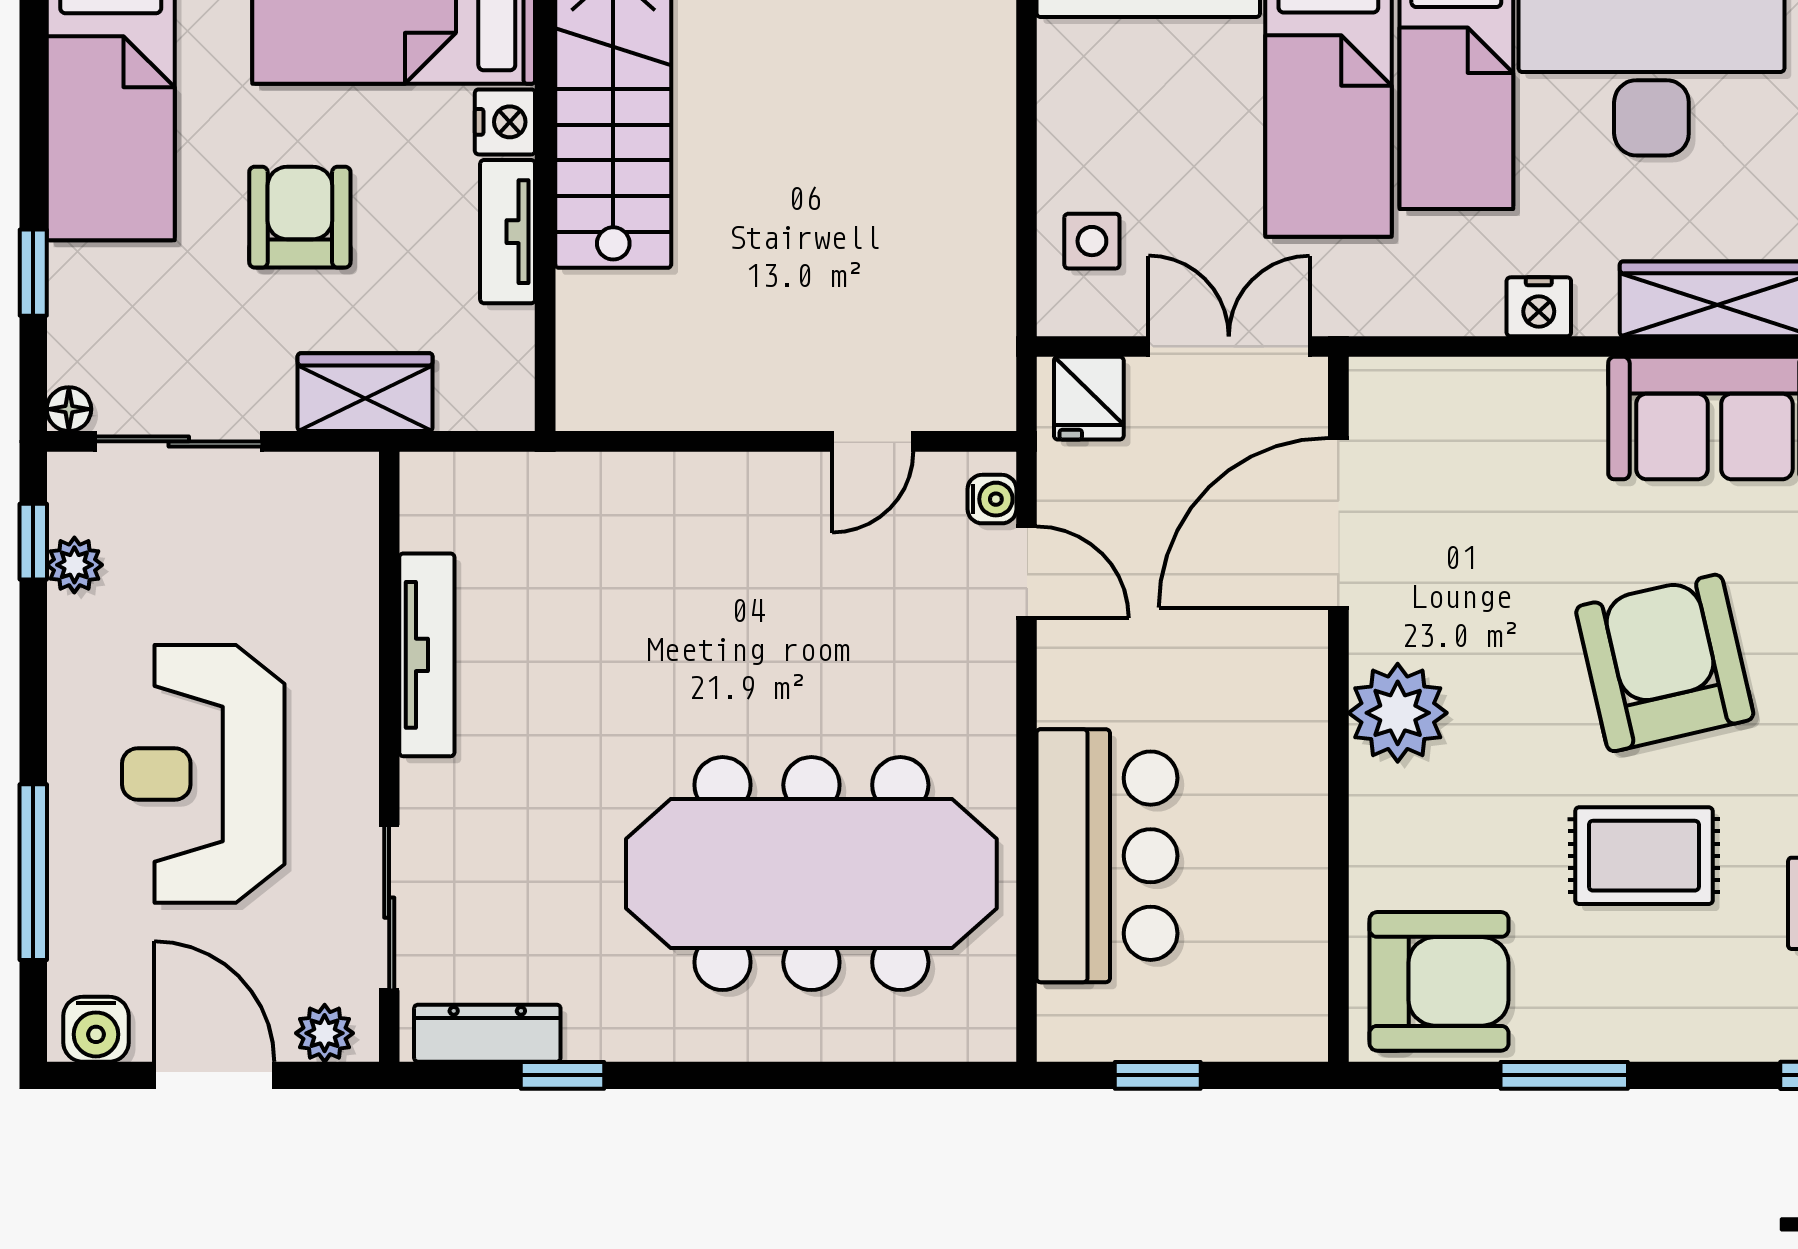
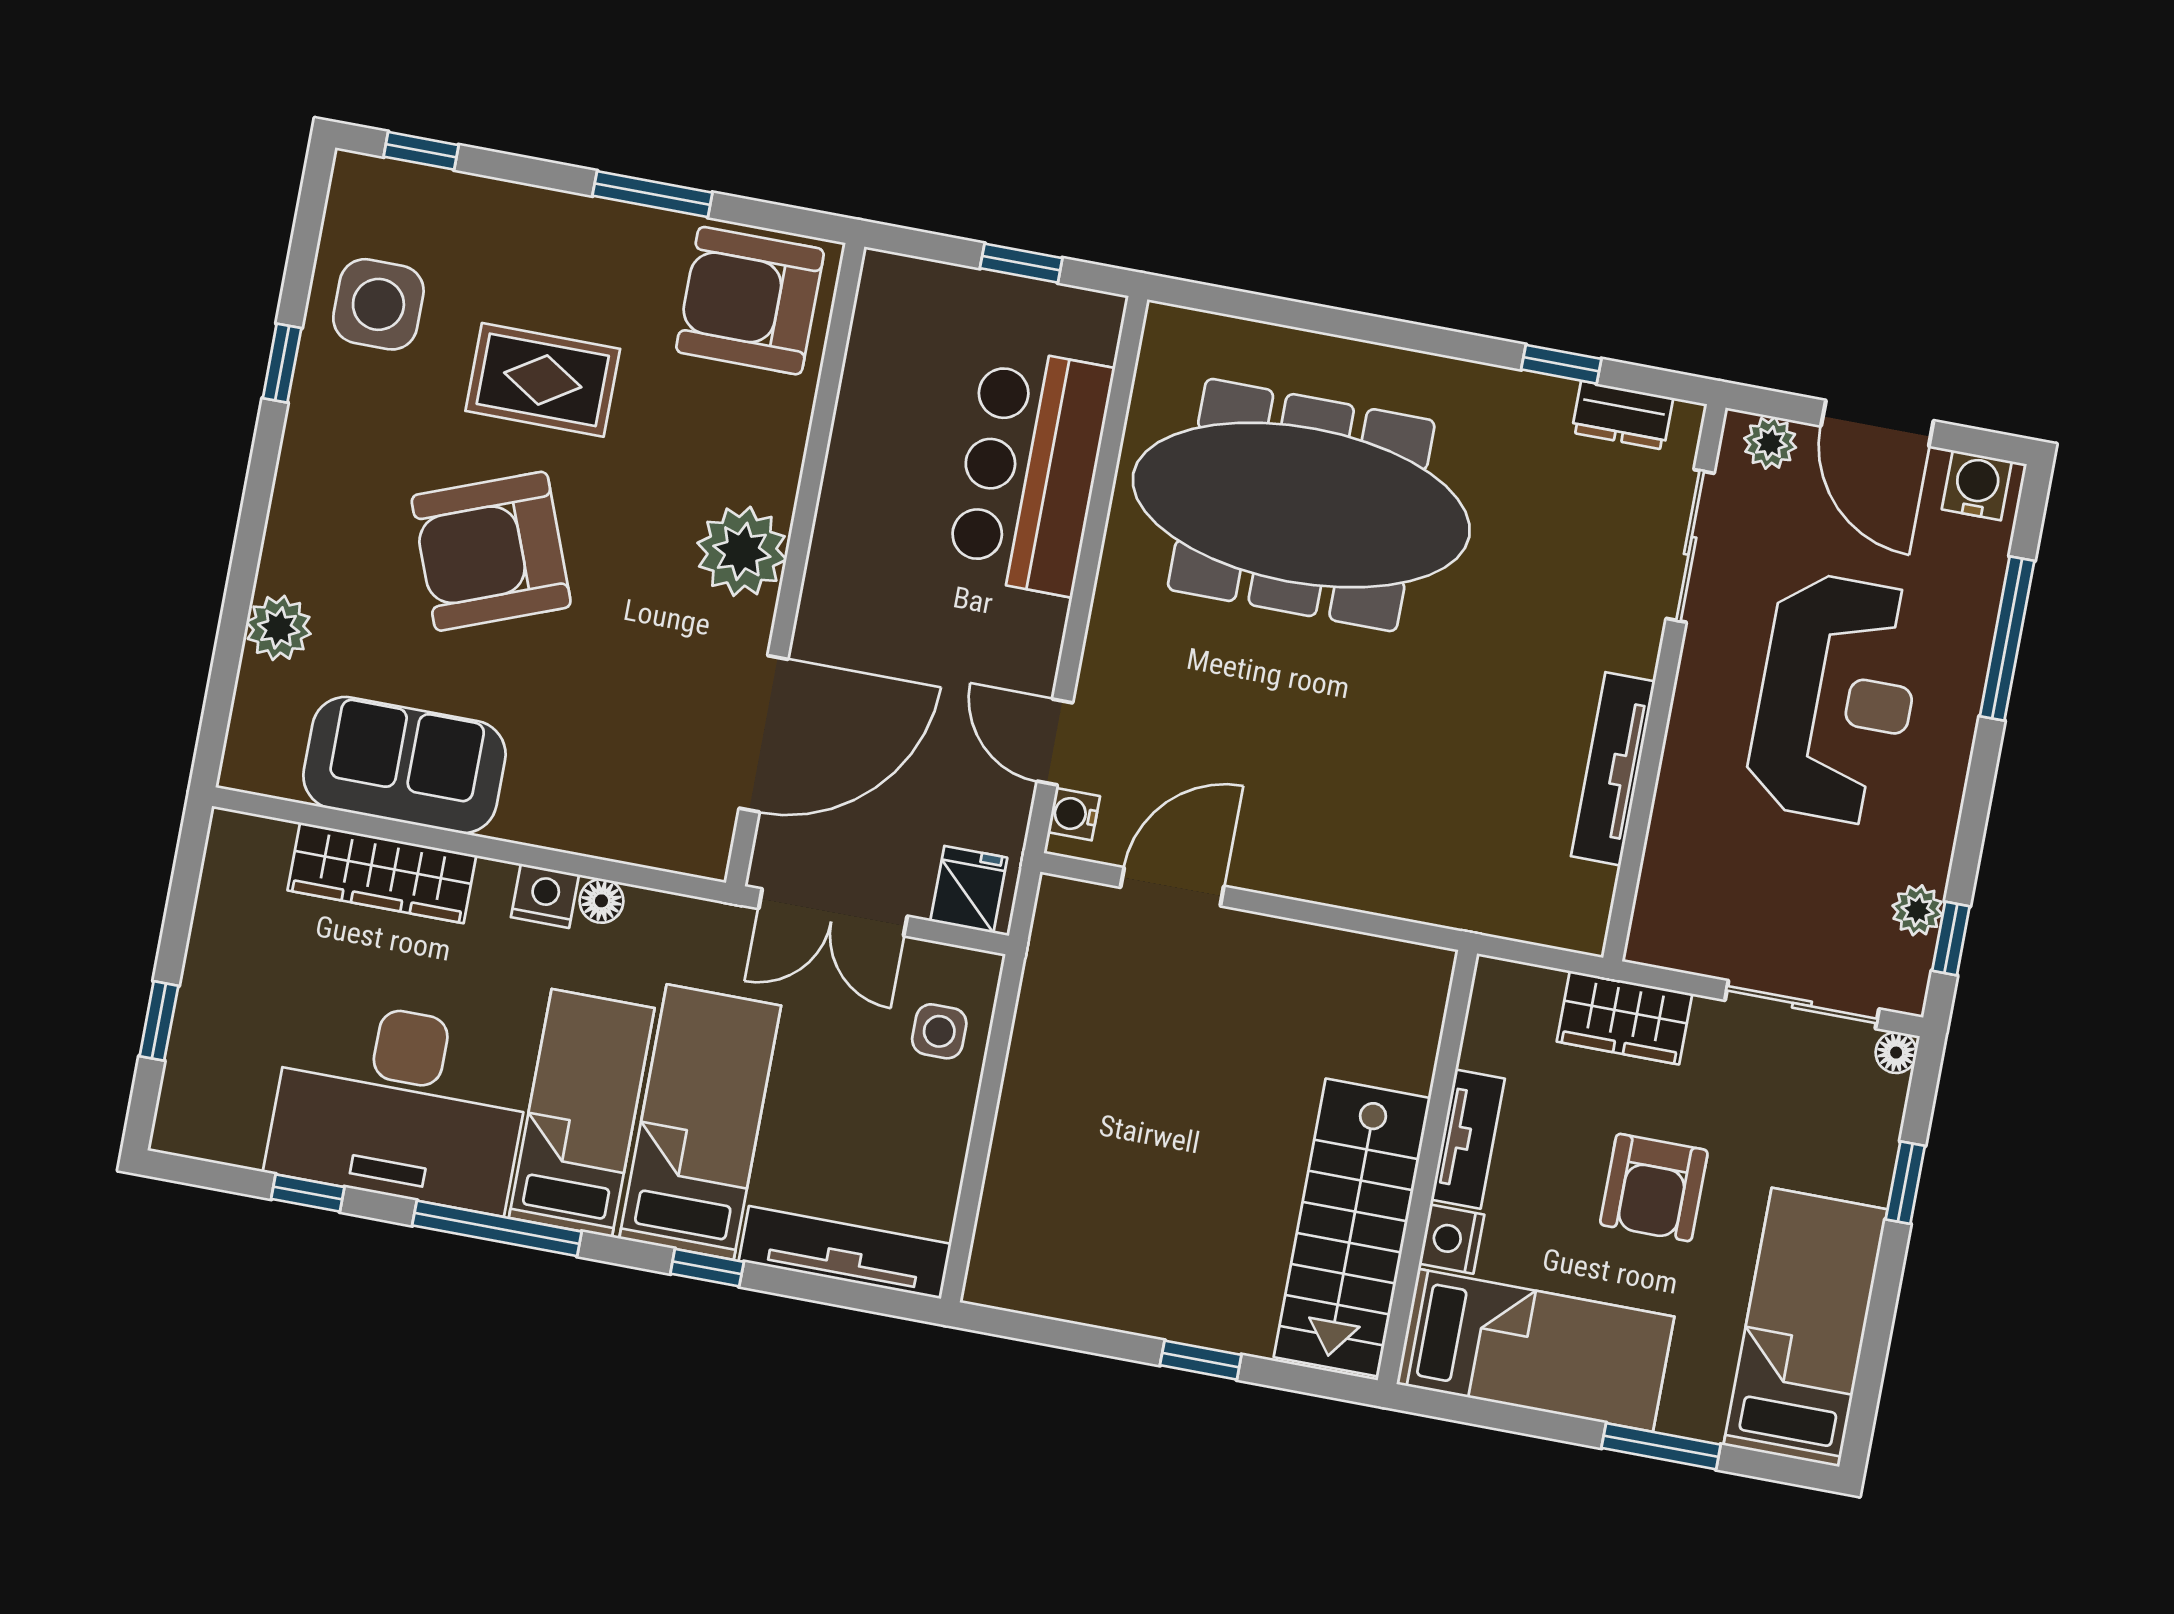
floor lamp: (1478, 313) -> (601, 901), added
door: (873, 441) -> (1172, 887), width x1.38
armchair: (1665, 663) -> (491, 551), turned 82
dresser: (487, 1033) -> (1622, 415), width x0.70

